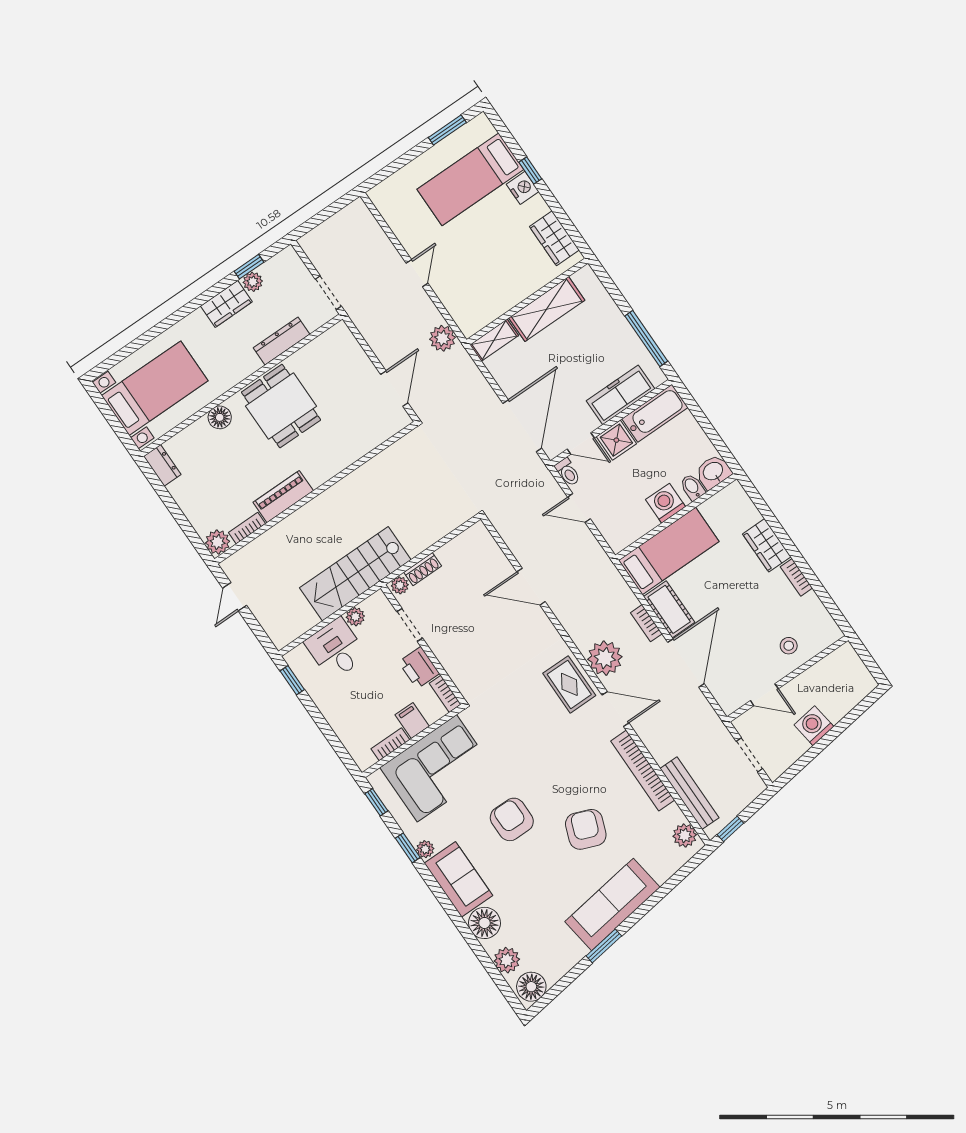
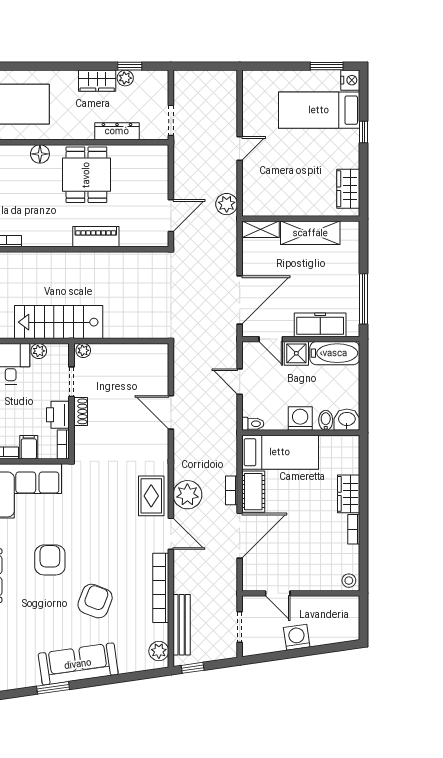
nightstand: (523, 188) -> (350, 80), moved
toilet: (568, 472) -> (253, 424), moved, turned -90
piano: (283, 497) -> (96, 237), moved
shoe rack: (423, 569) -> (81, 411), moved, turned -90
stool: (789, 646) -> (349, 581), moved

